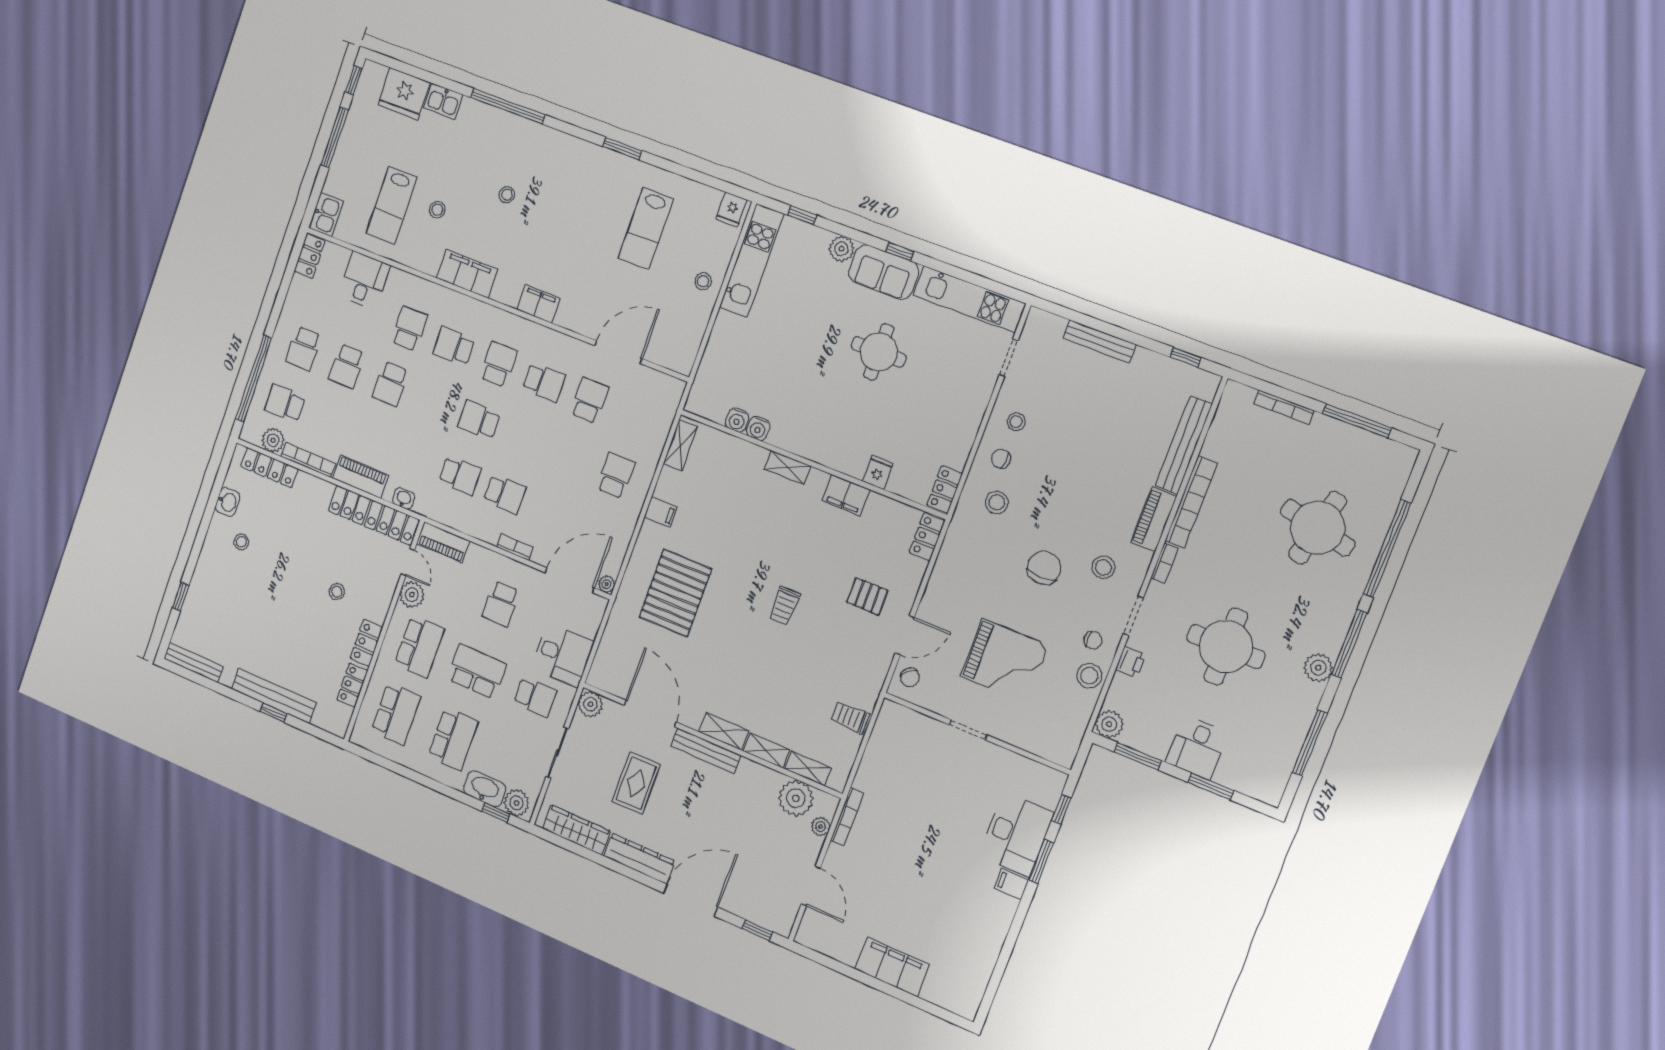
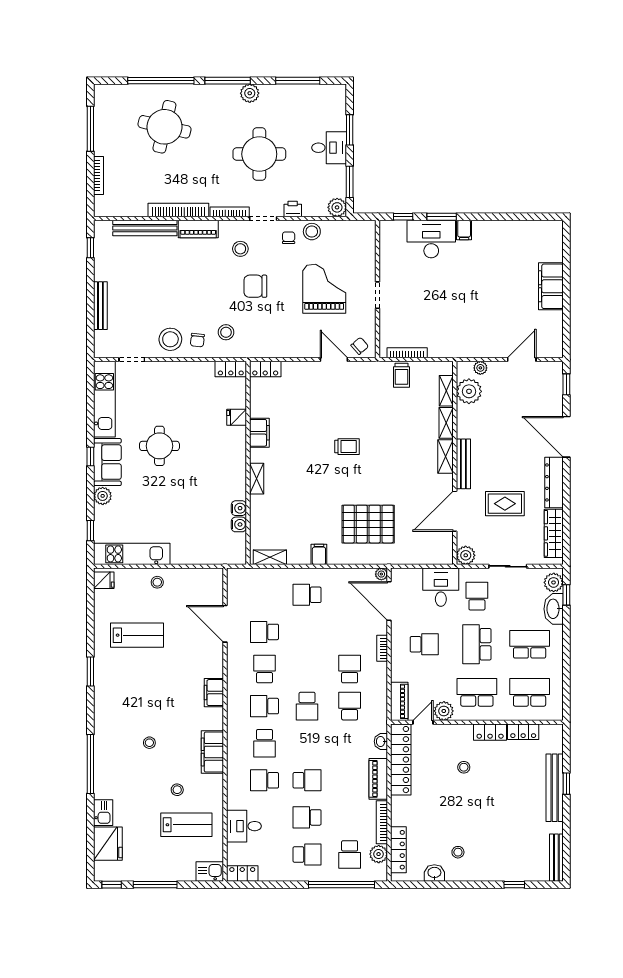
school desk: (347, 366) -> (307, 817), turned 180
stool: (1016, 422) -> (170, 339), width x1.89, depth x1.89
bookcase: (1165, 563) -> (230, 212), width x1.56
pallet: (867, 596) -> (319, 394), removed
bookcase: (847, 817) -> (407, 353), moved

